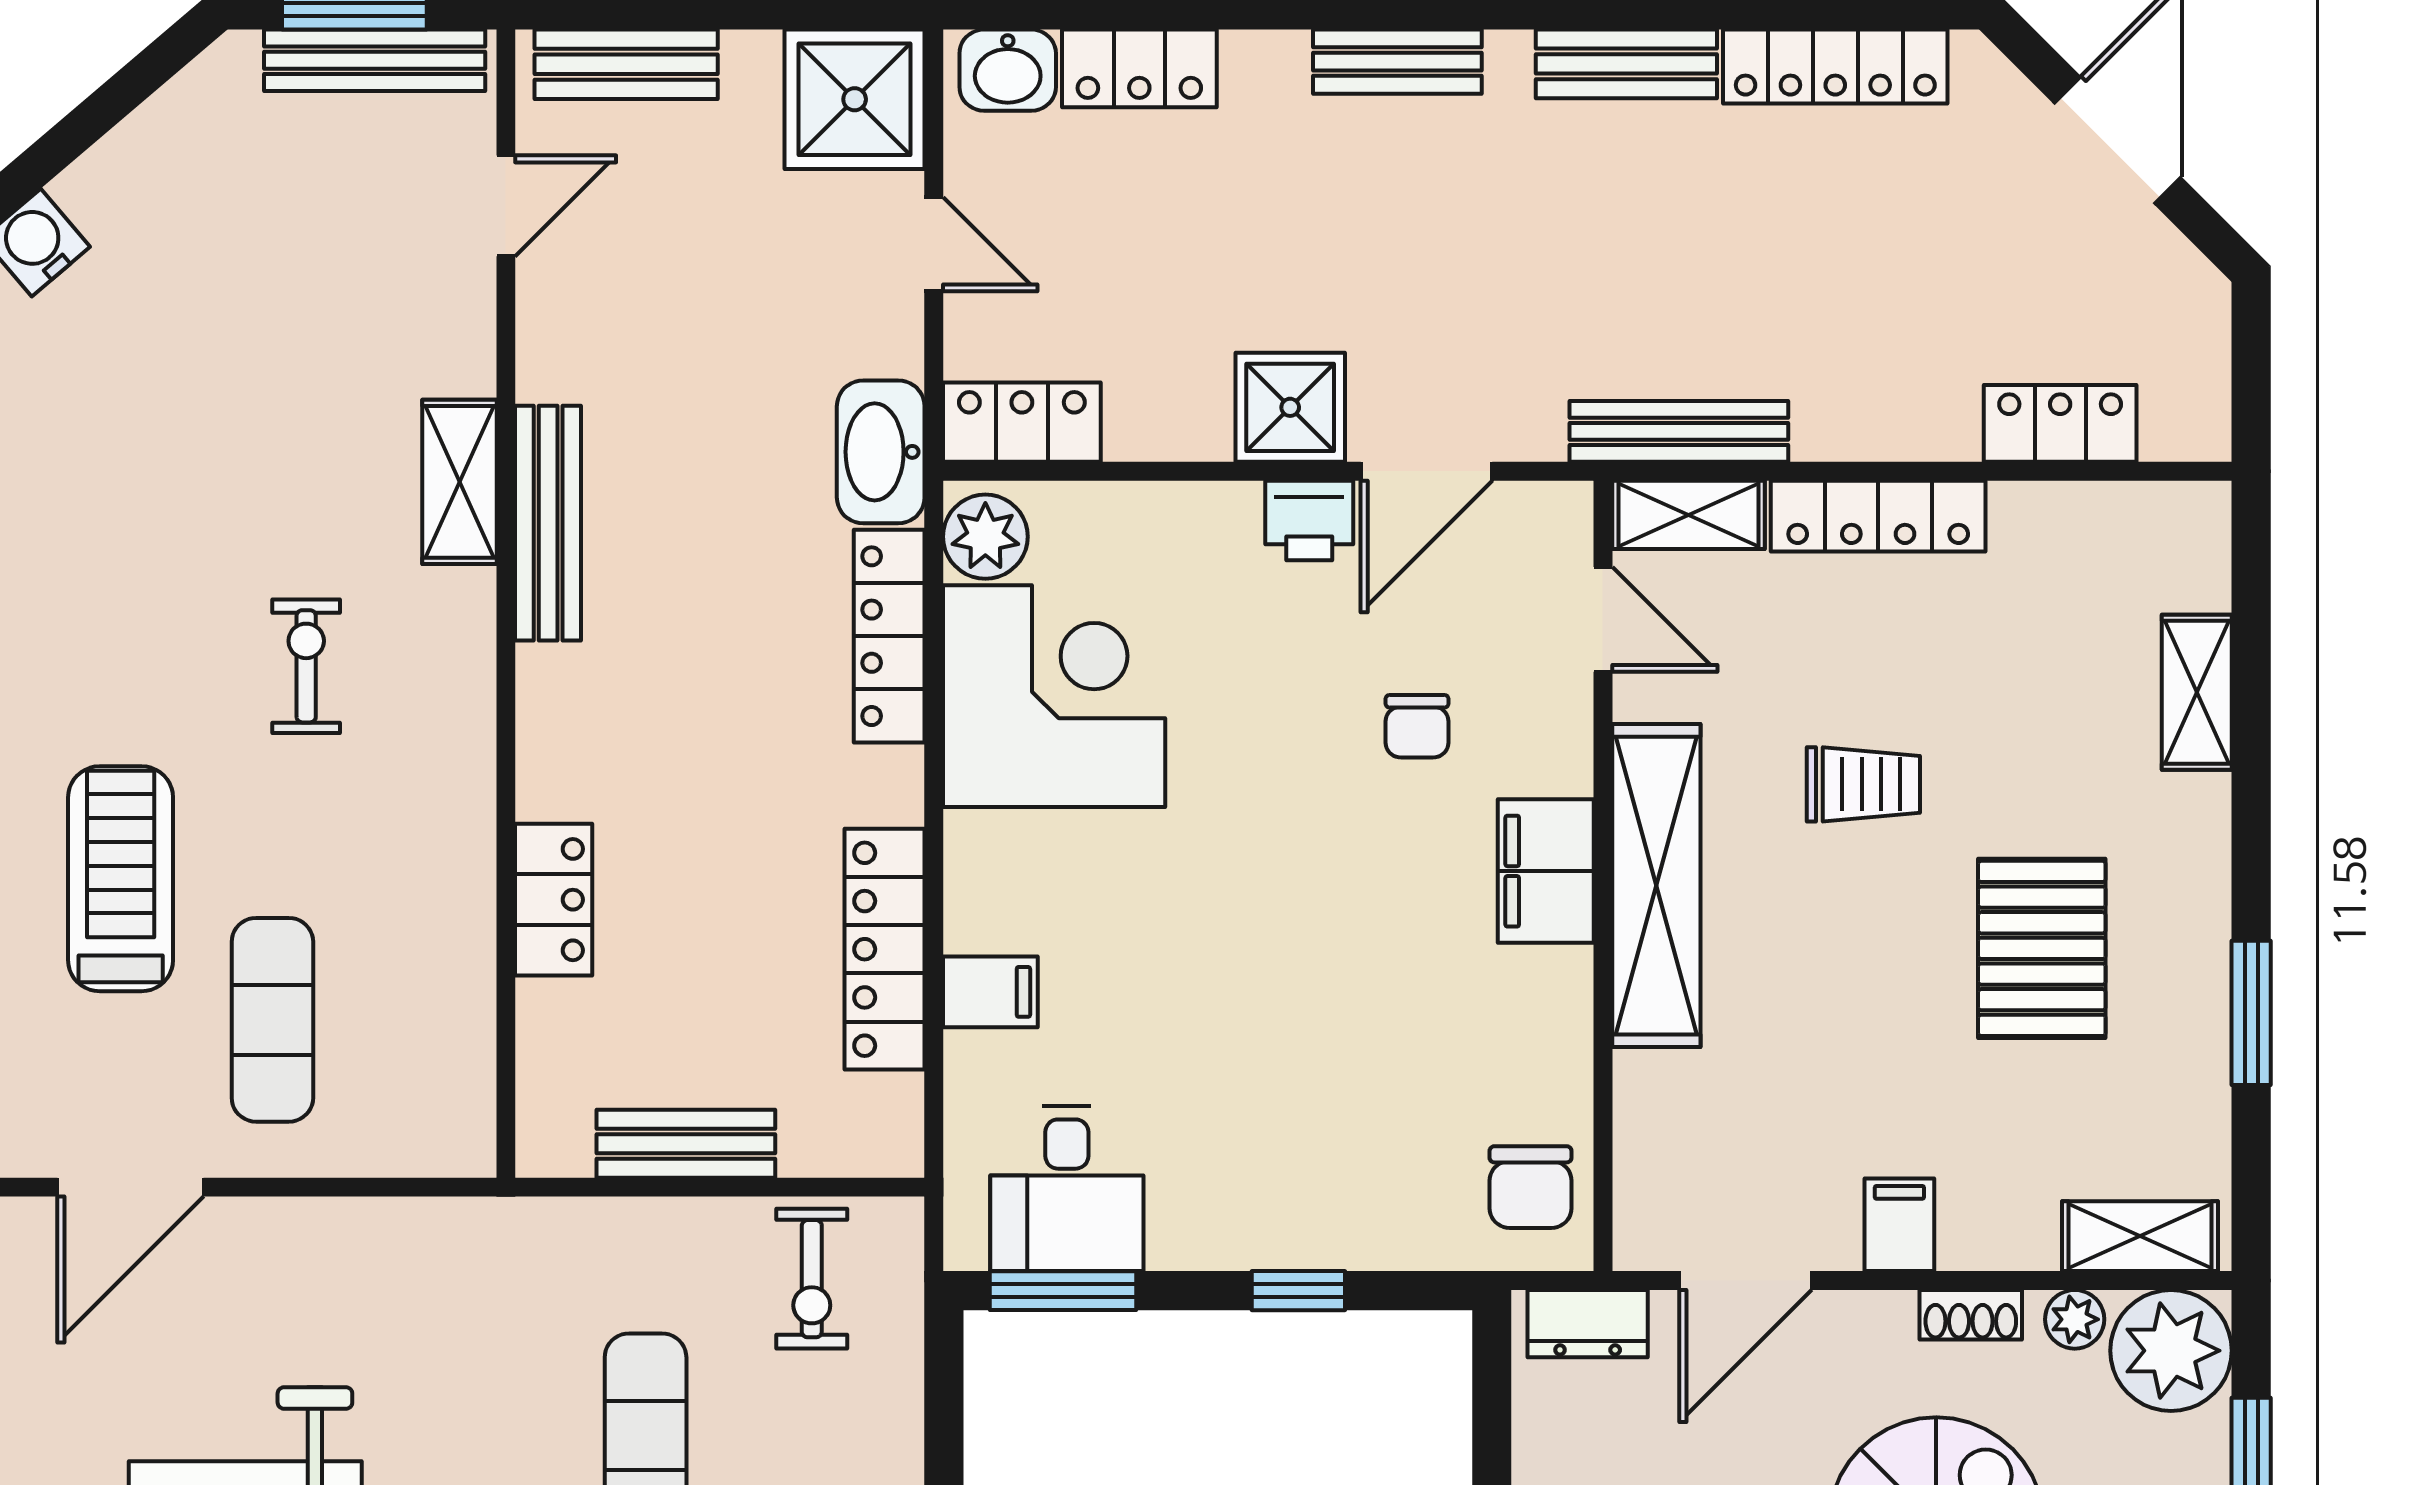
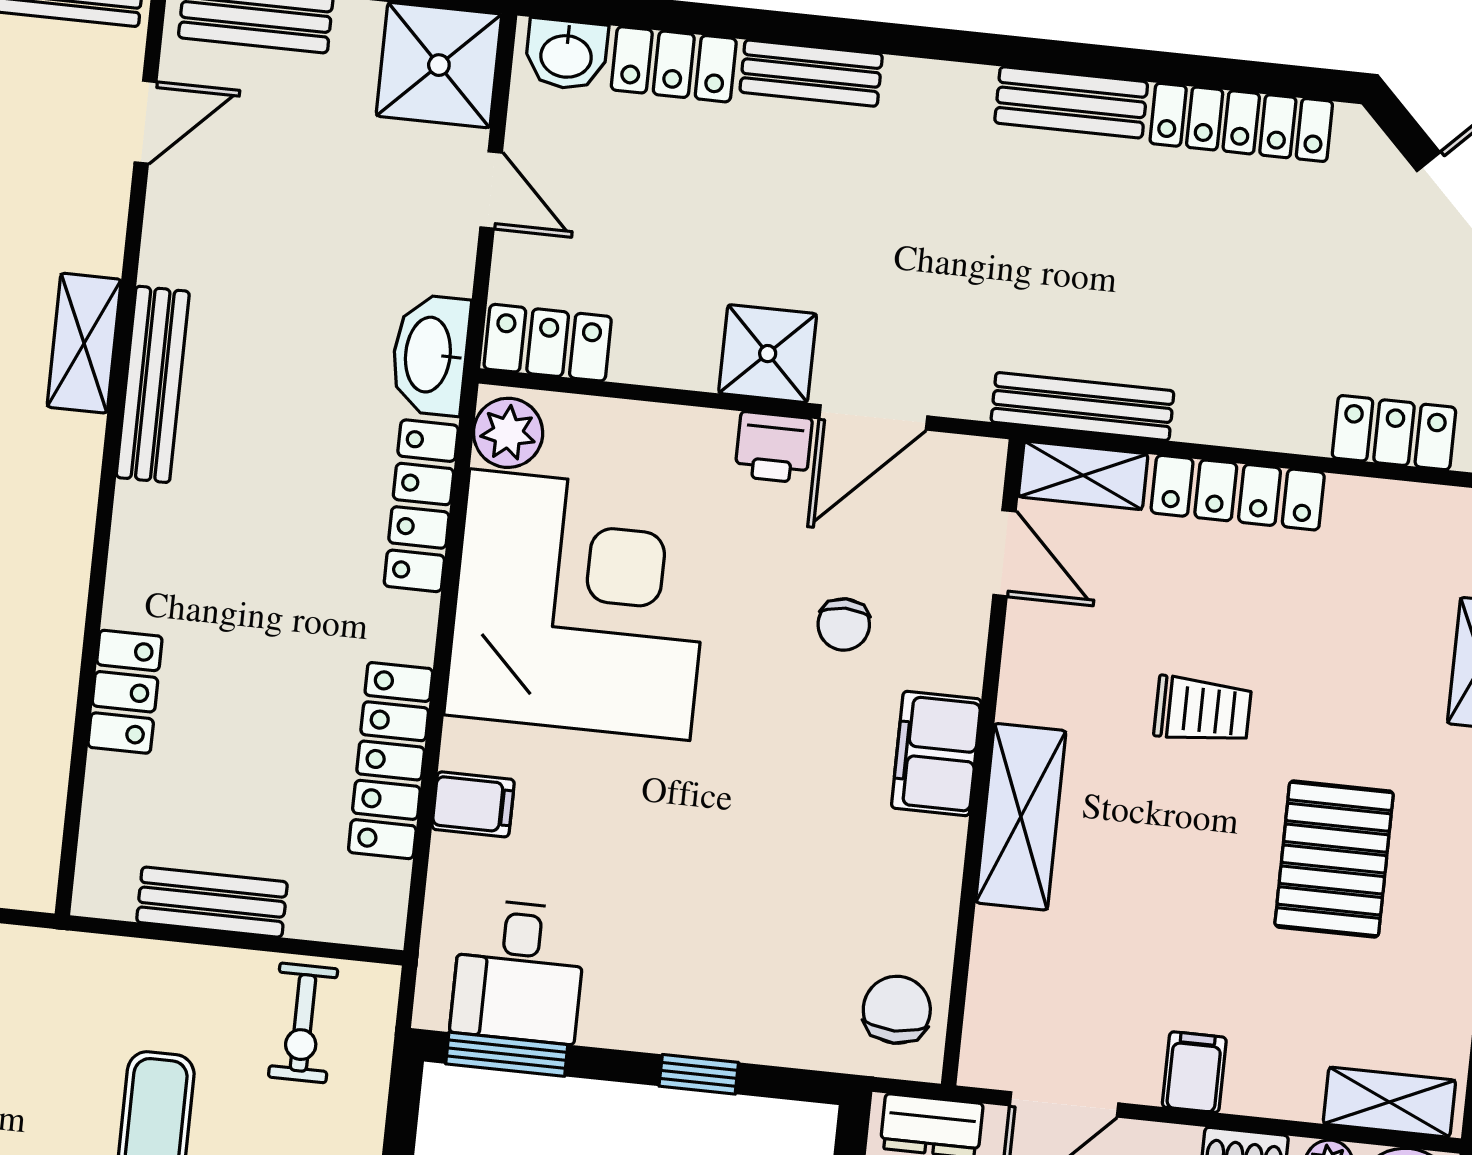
bench: (1397, 62) -> (811, 73), moved
corner desk: (1054, 696) -> (580, 605), width x1.36, depth x1.36
shelving: (1656, 886) -> (1021, 817), width x0.68
chair: (1531, 1187) -> (897, 1010), turned 180

